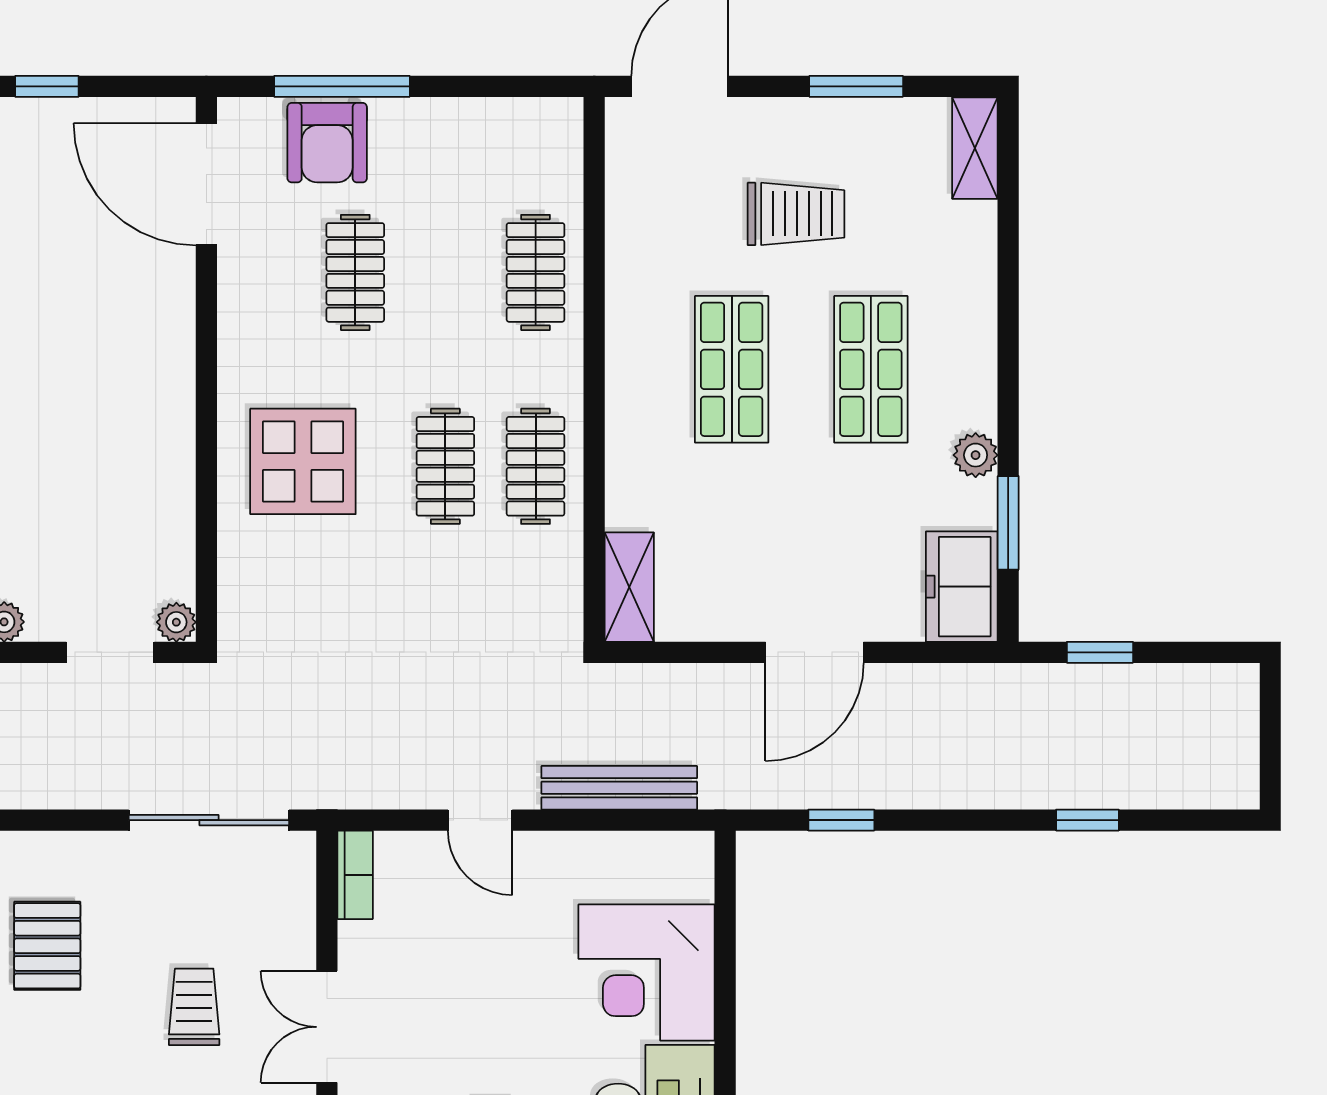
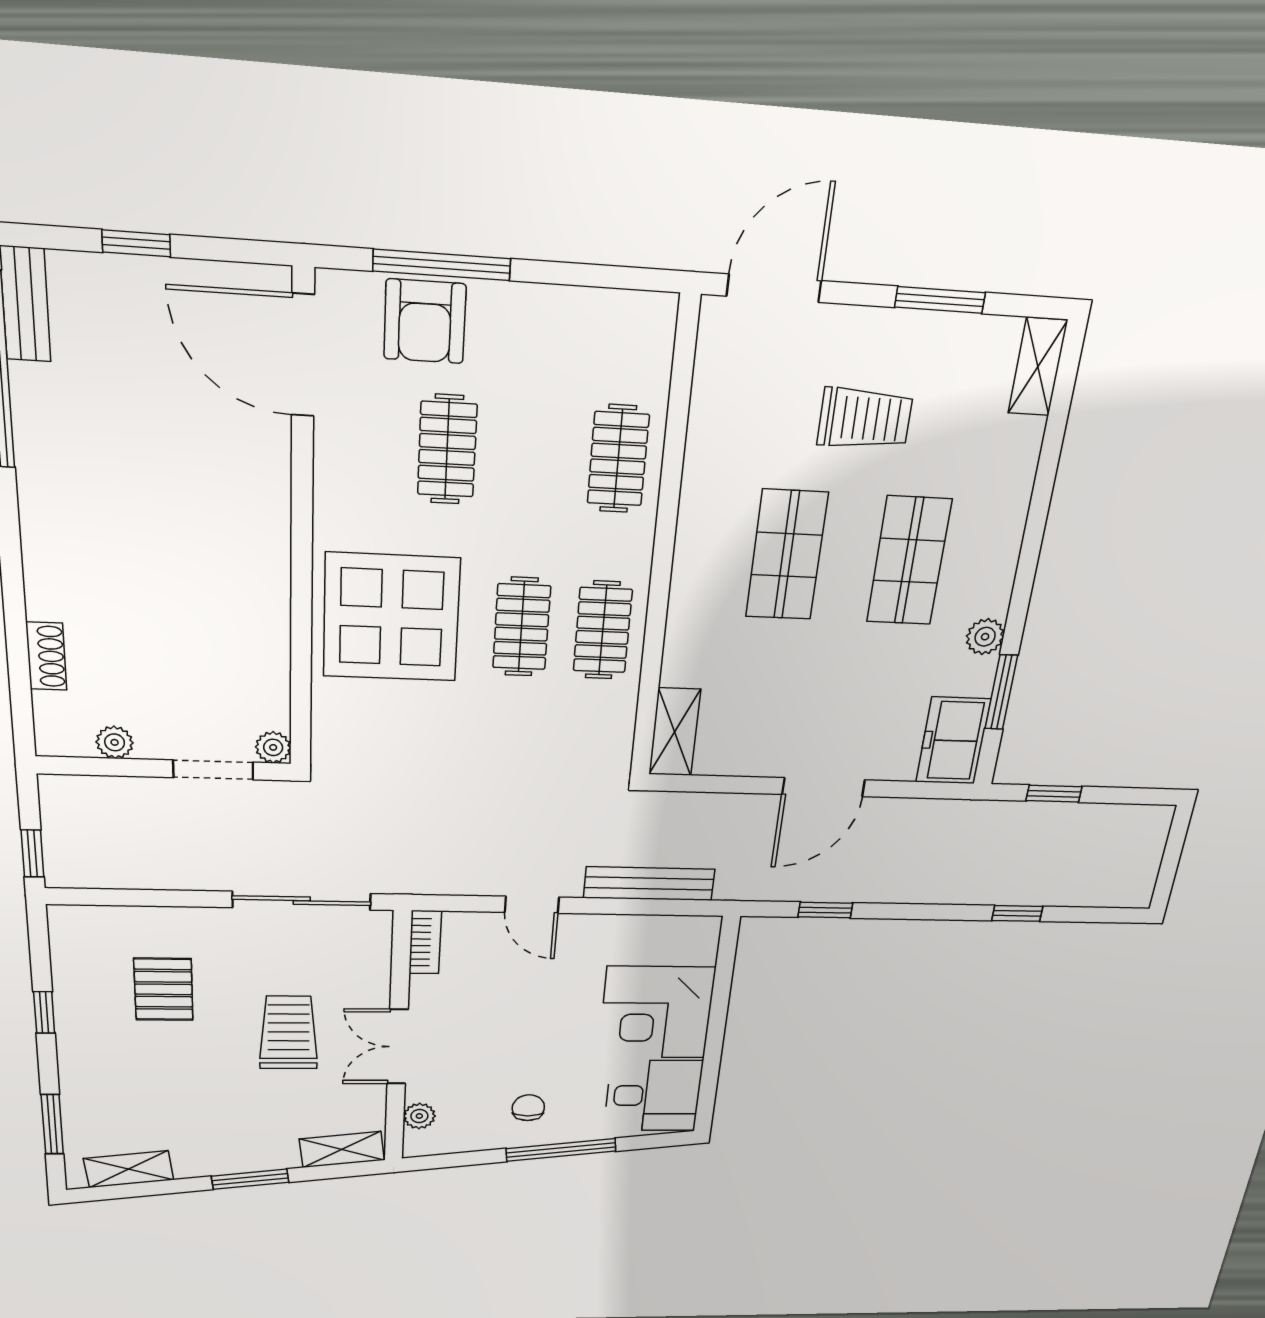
display table: (303, 461) -> (391, 617), width x1.36, depth x1.36
trolley: (194, 1007) -> (289, 1033), width x1.36, depth x1.39

